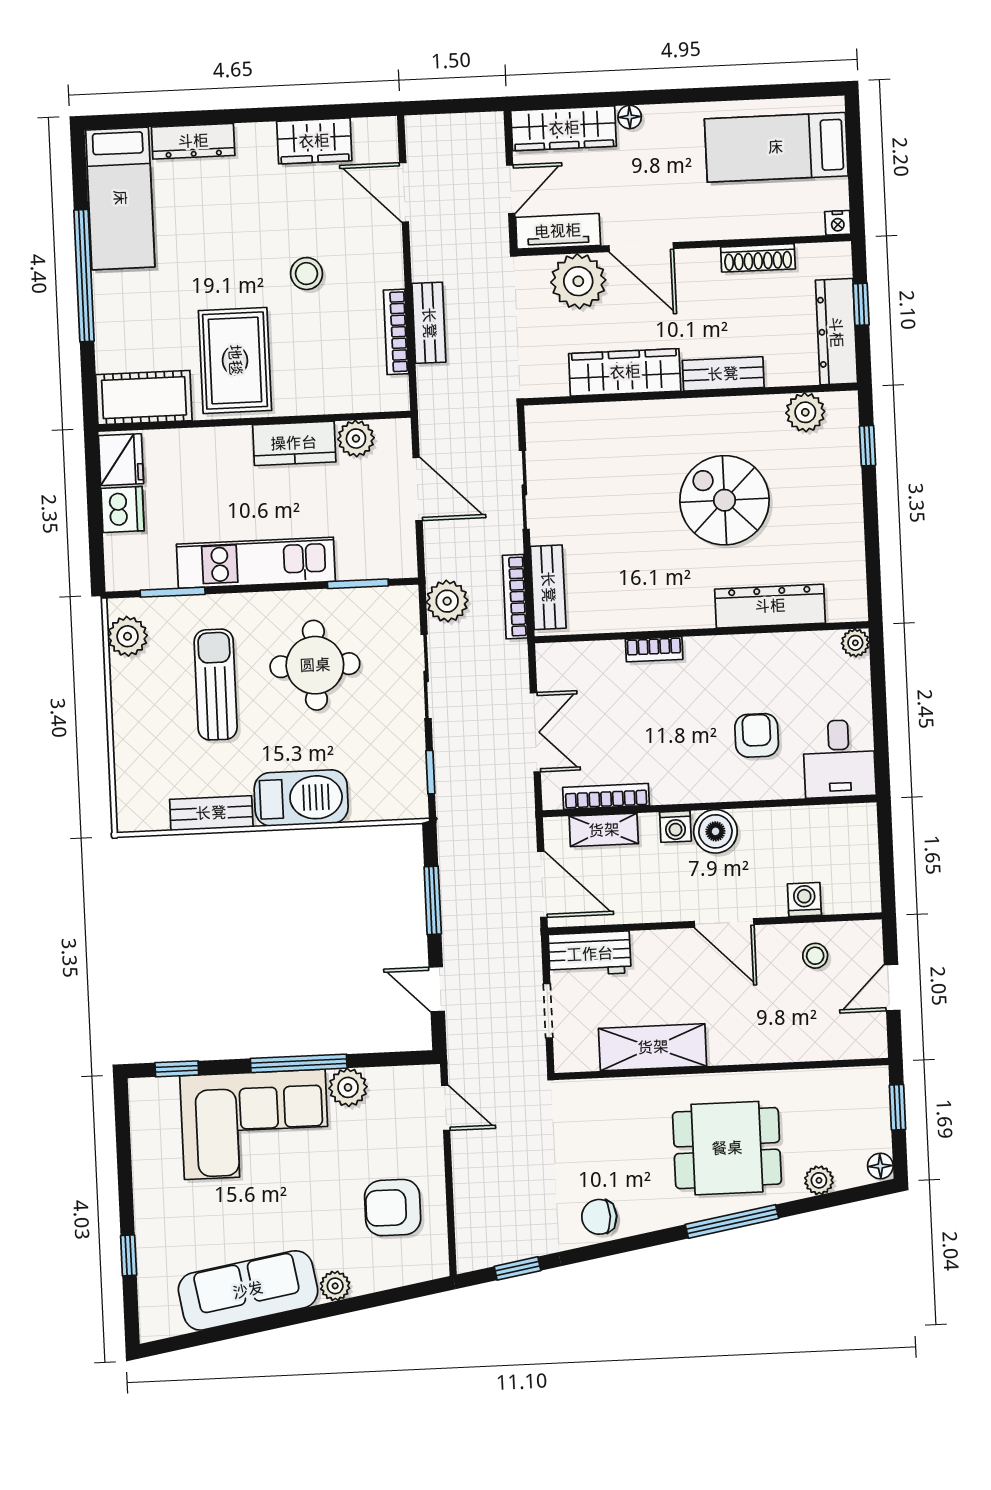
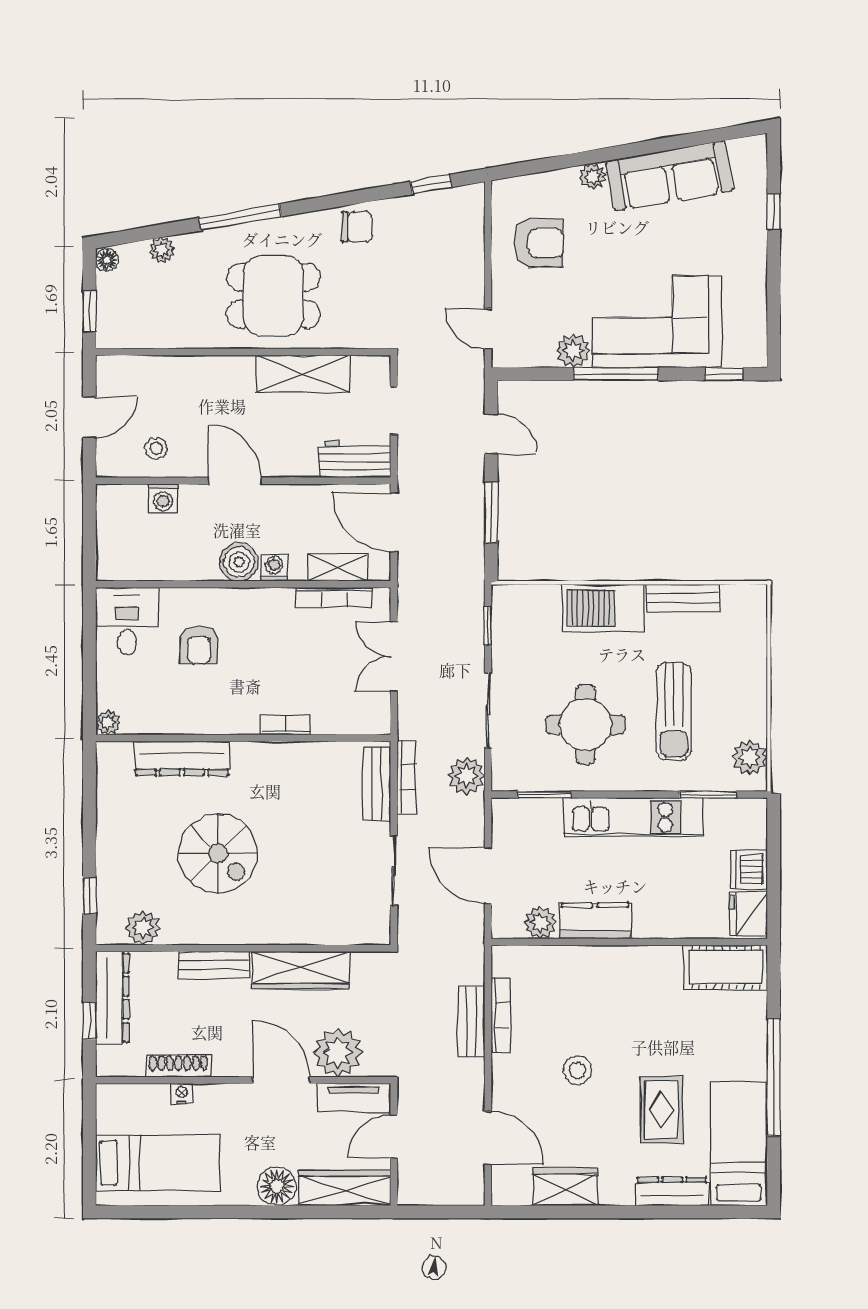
floor lamp: (630, 117) -> (277, 1186), width x1.89, depth x1.89
nightstand: (838, 223) -> (182, 1094), moved
rug: (235, 360) -> (662, 1110), moved, width x0.73, depth x0.70
dining table: (727, 1148) -> (273, 296), moved

